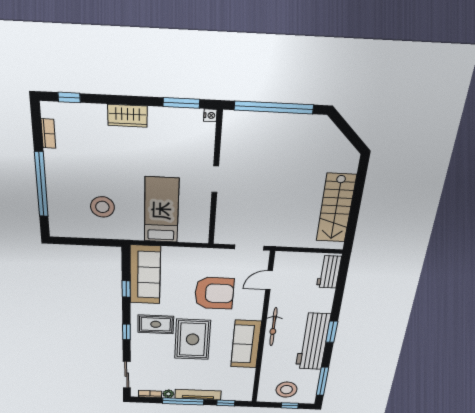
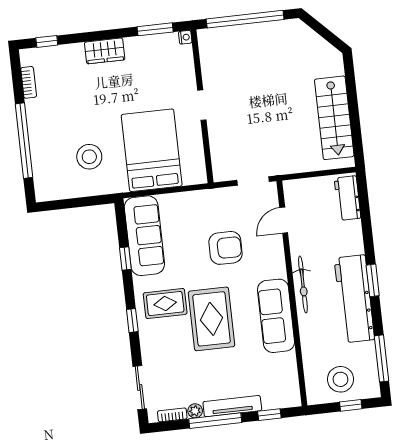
bed: (161, 210) -> (152, 150), width x1.50
armchair: (214, 293) -> (225, 248), width x0.73, depth x0.73

